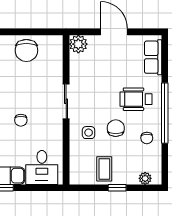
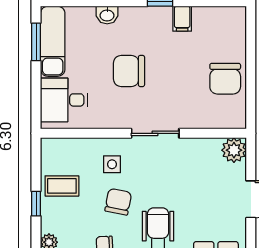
chair: (26, 50) -> (225, 79), turned -90
chair: (21, 120) -> (129, 71), width x1.87, depth x1.87
chair: (116, 128) -> (118, 202), turned -79

